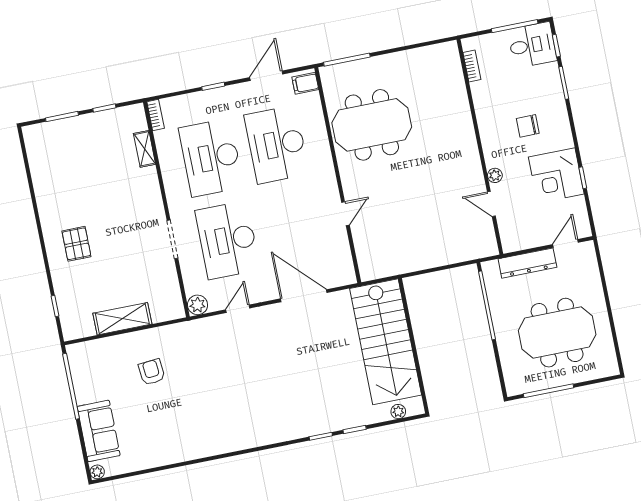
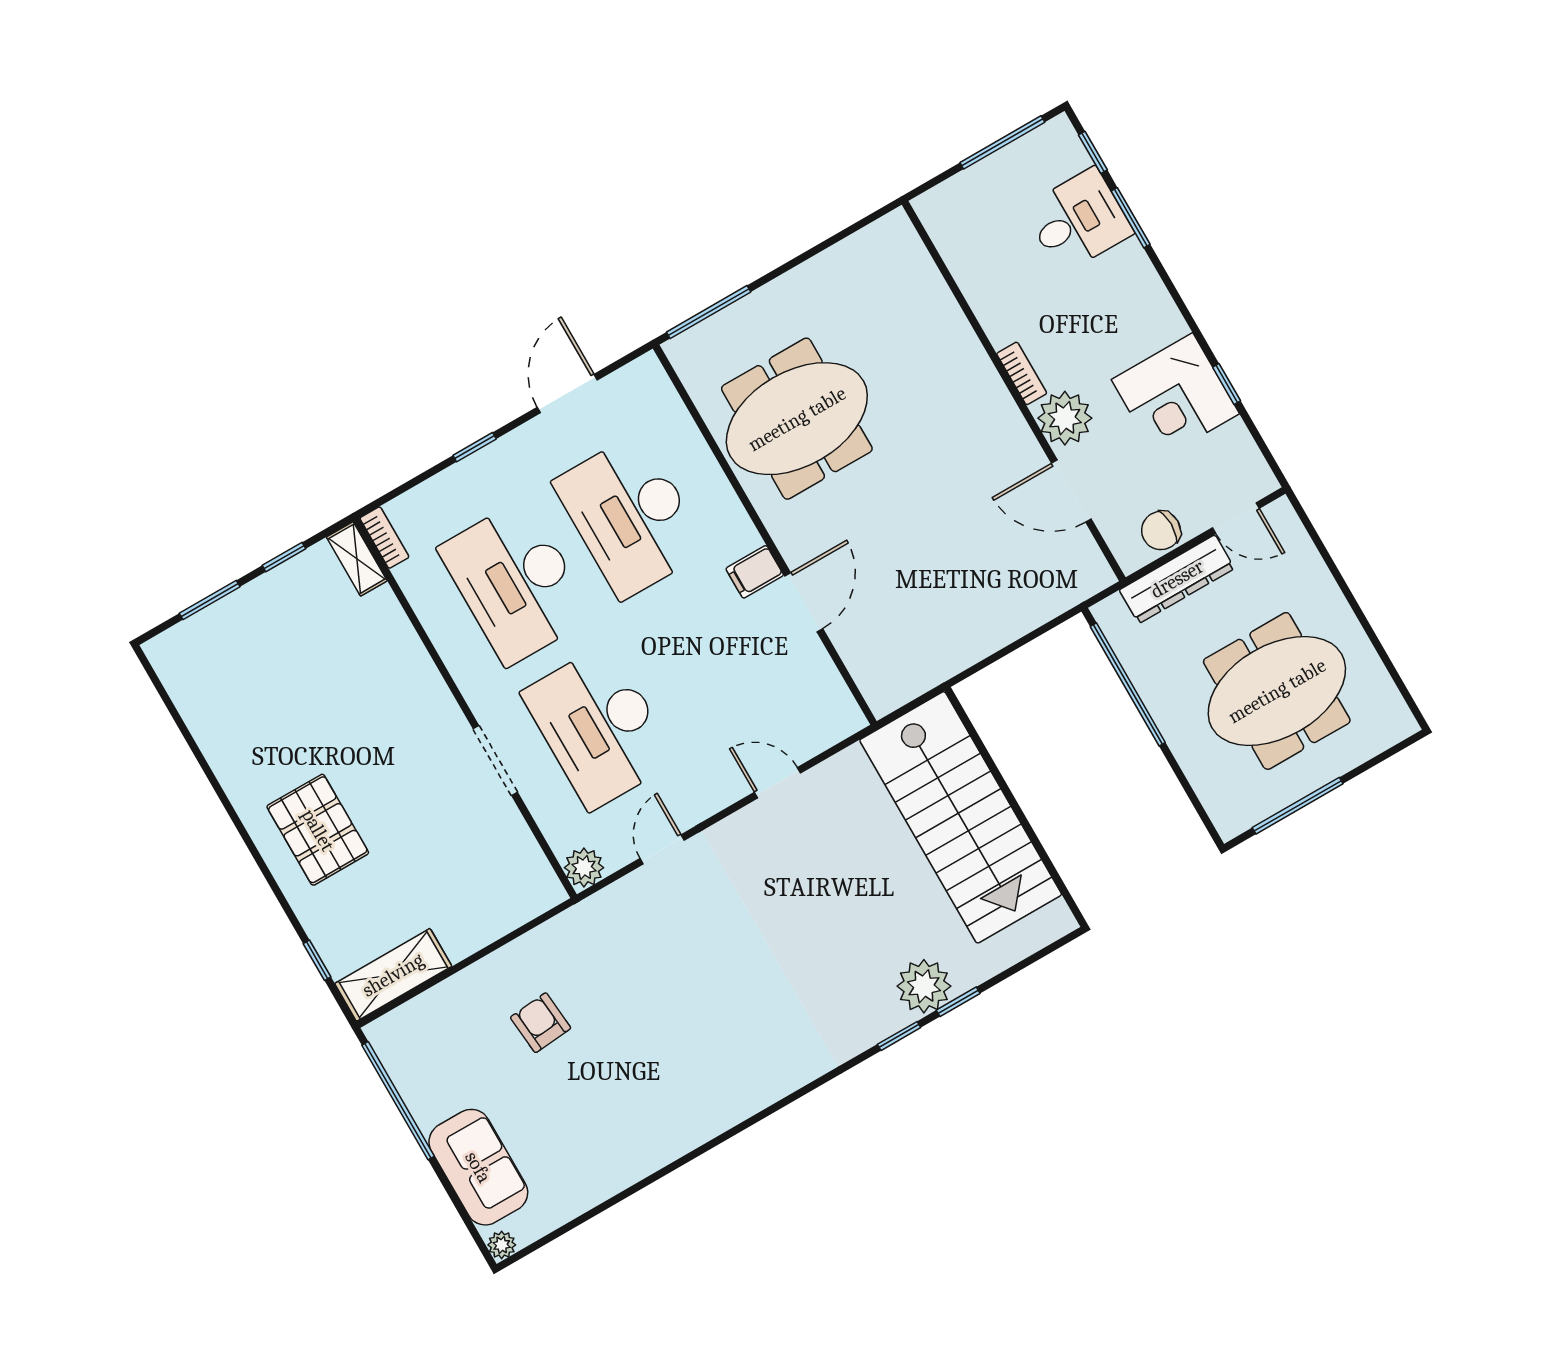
desk: (532, 45) -> (1078, 220), moved
bookcase: (472, 66) -> (1022, 373), moved
filing cabinet: (305, 83) -> (755, 572), moved
chair: (528, 126) -> (1161, 531), moved
shelving: (145, 149) -> (357, 559), moved
plant: (495, 175) -> (1065, 418), width x1.88, depth x1.88
door: (491, 204) -> (1071, 491), width x1.38
door: (345, 214) -> (804, 602), width x1.38
door: (565, 243) -> (1236, 518), swing flipped
pallet: (76, 244) -> (318, 830), width x1.50, depth x1.42
door: (304, 296) -> (778, 783), width x0.53
shelving: (122, 319) -> (393, 975), moved
plant: (398, 412) -> (924, 986), moved, width x1.88, depth x1.88

